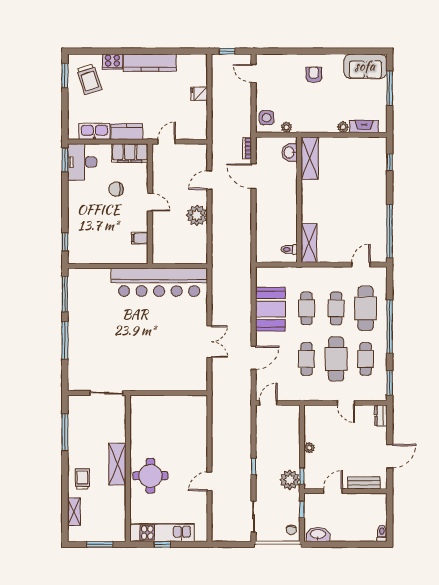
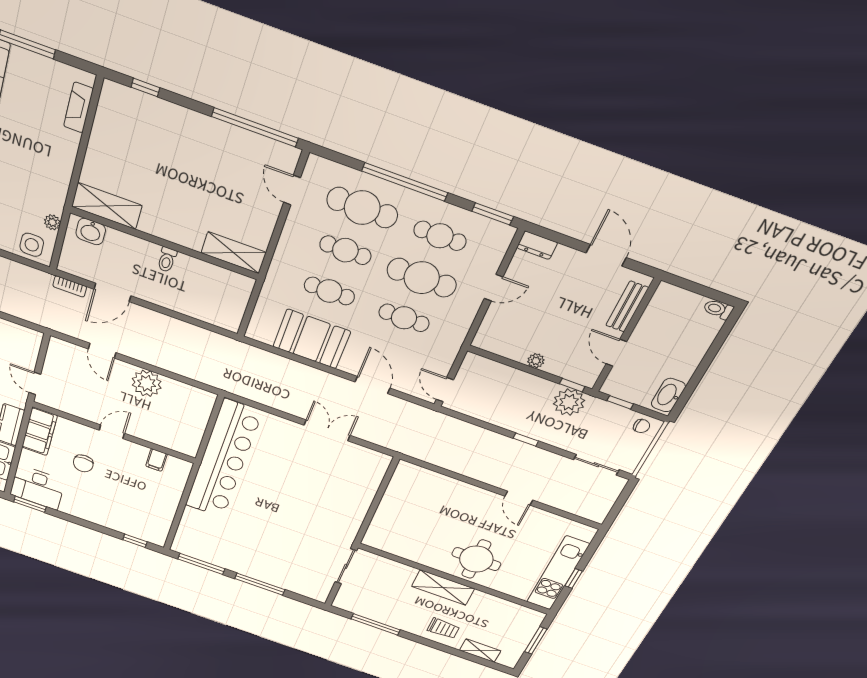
plant: (343, 127) -> (72, 140), removed
toilet: (289, 249) -> (167, 260), moved
trolley: (82, 479) -> (443, 628), turned 180

